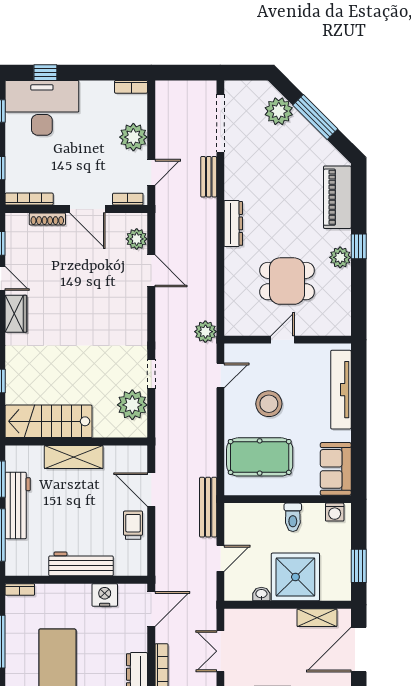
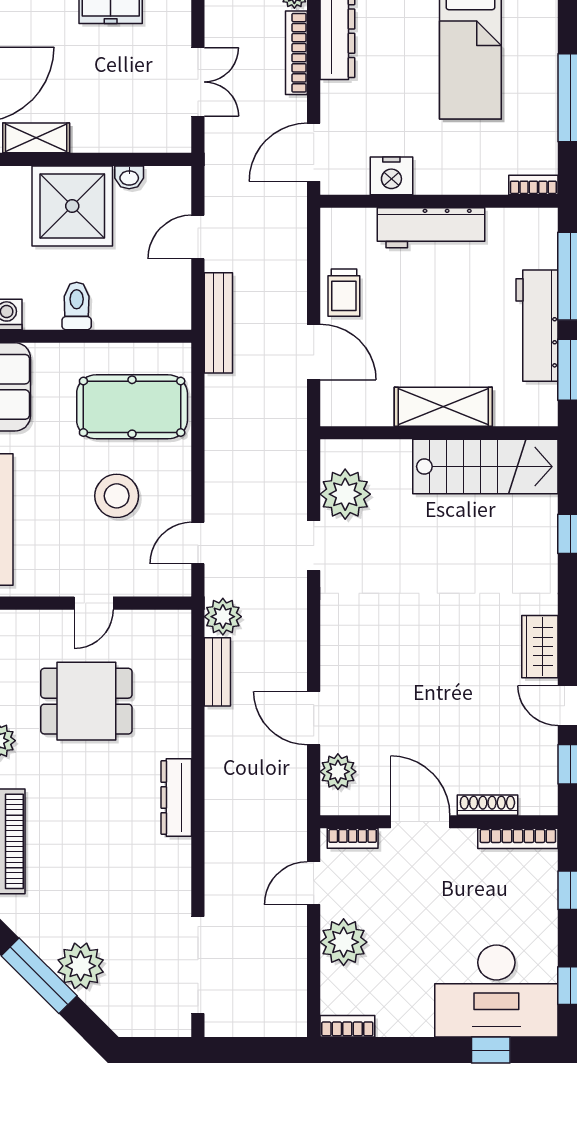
plant: (279, 111) -> (81, 966), moved
bench: (209, 177) -> (217, 672), moved

